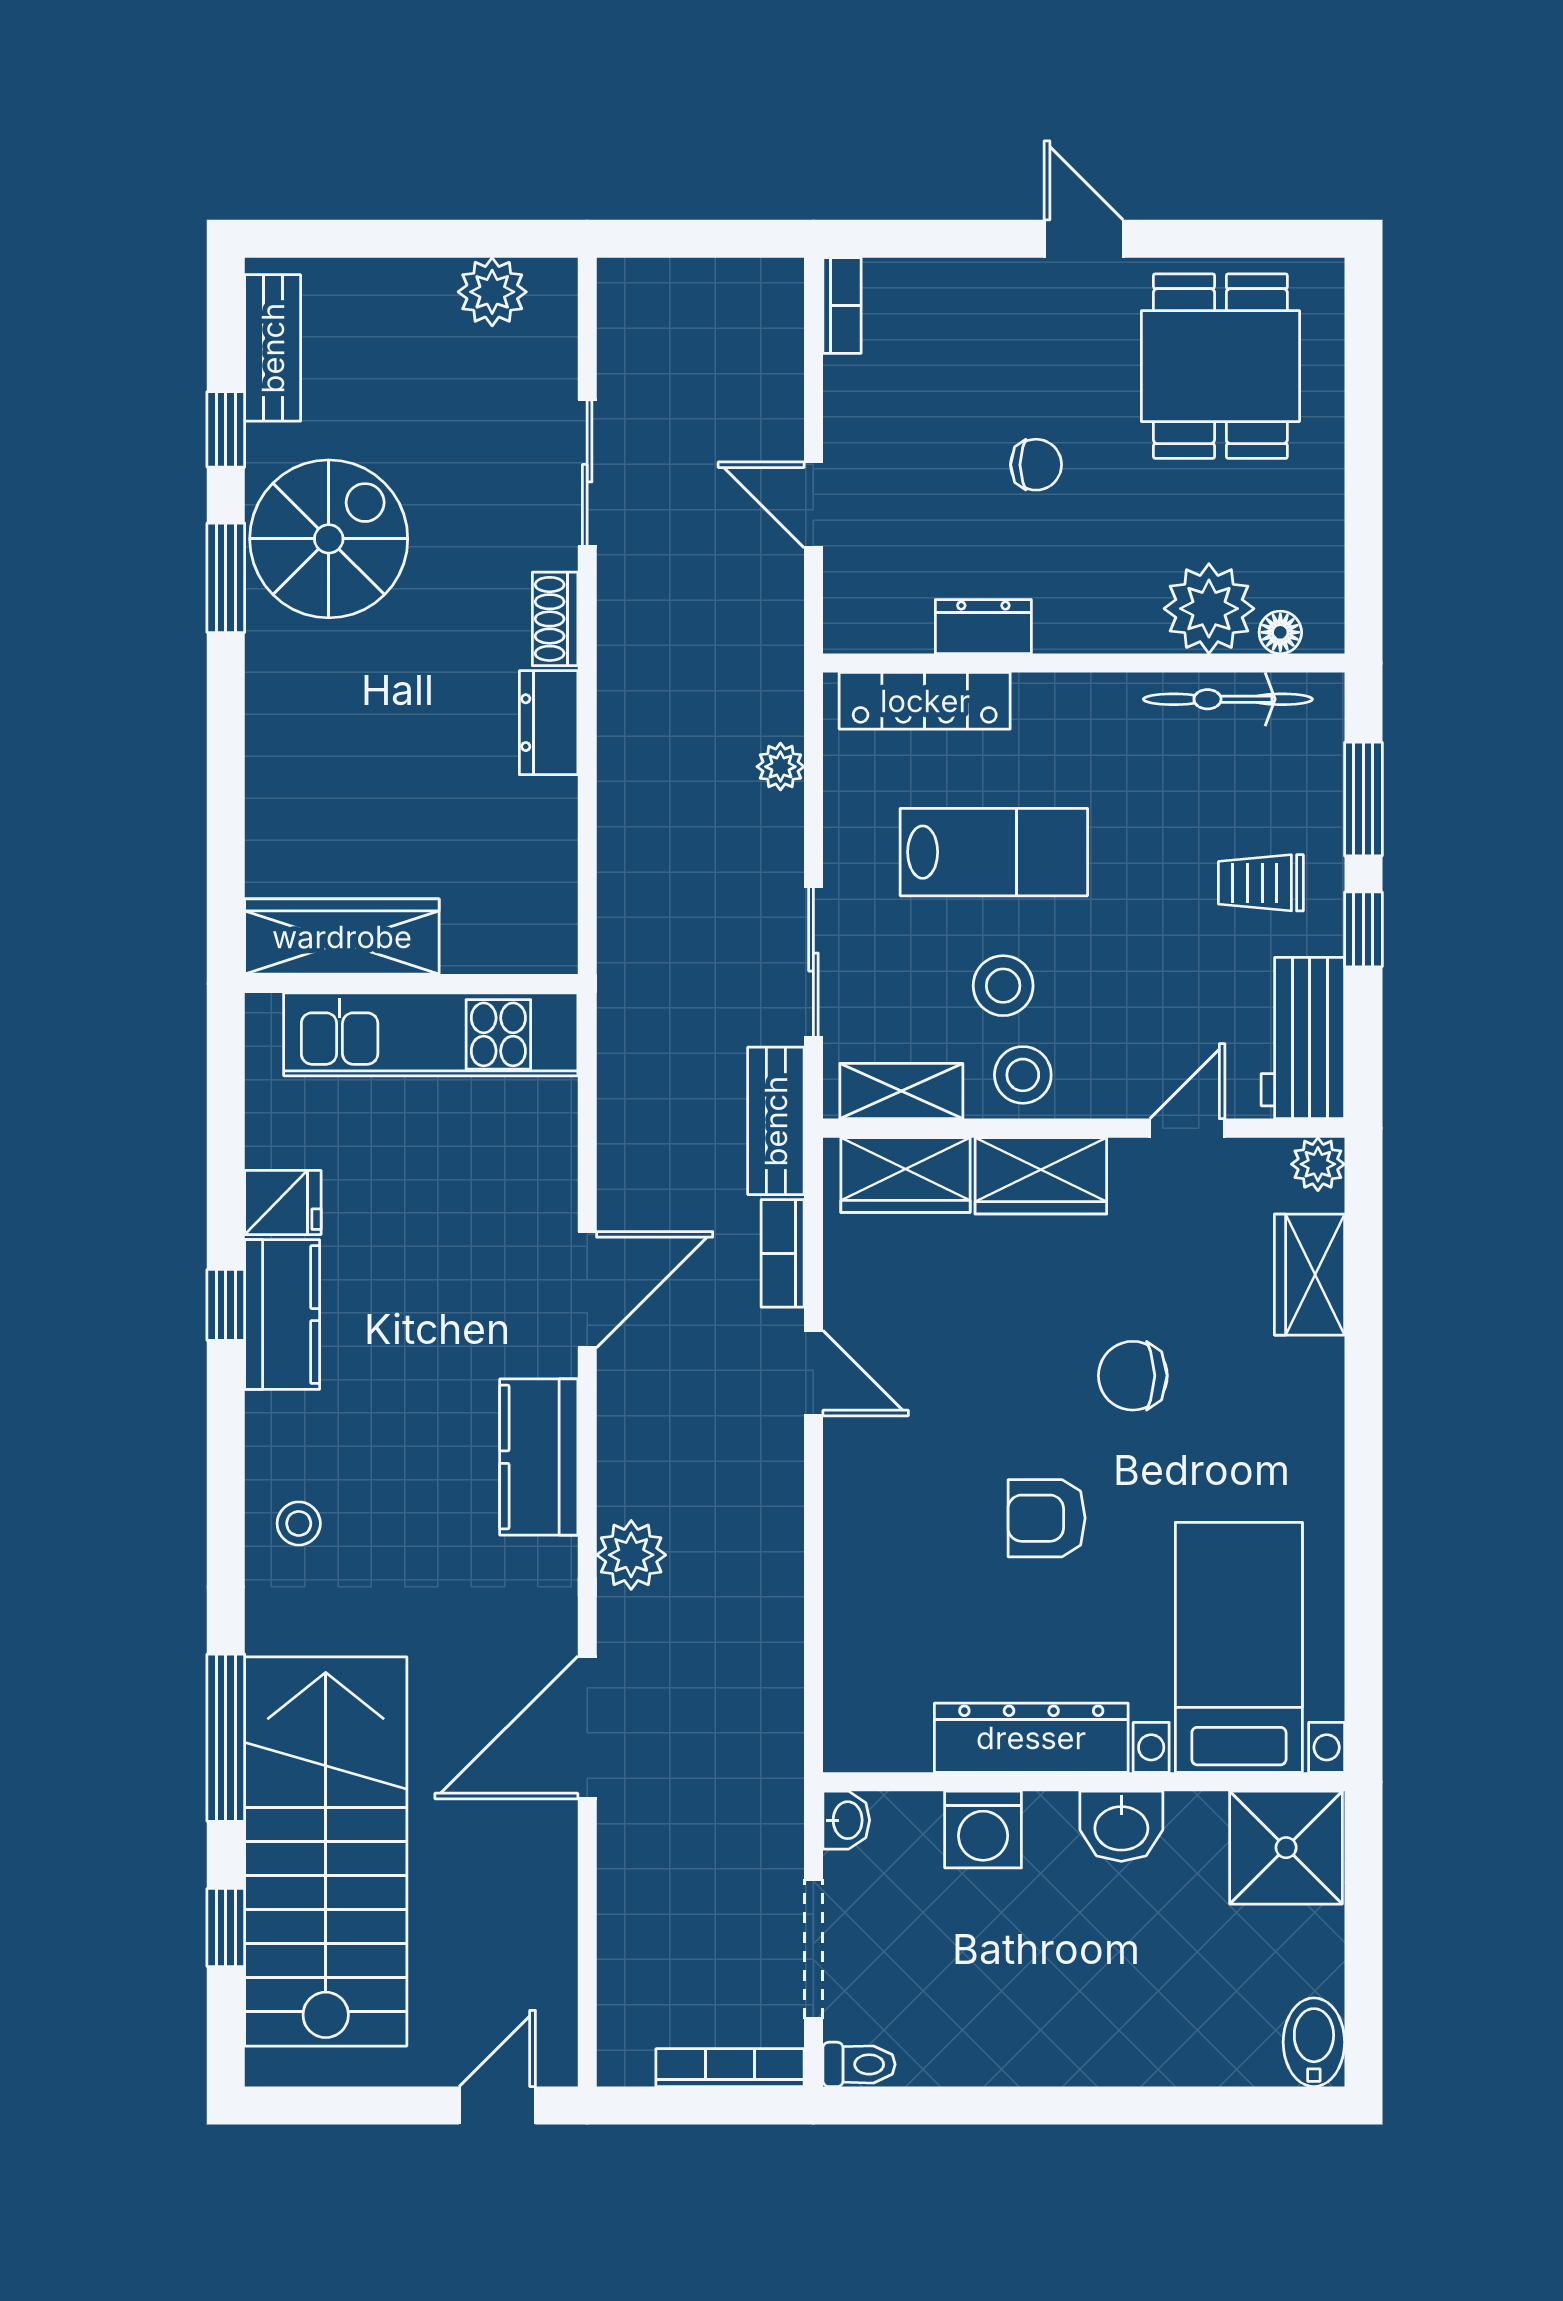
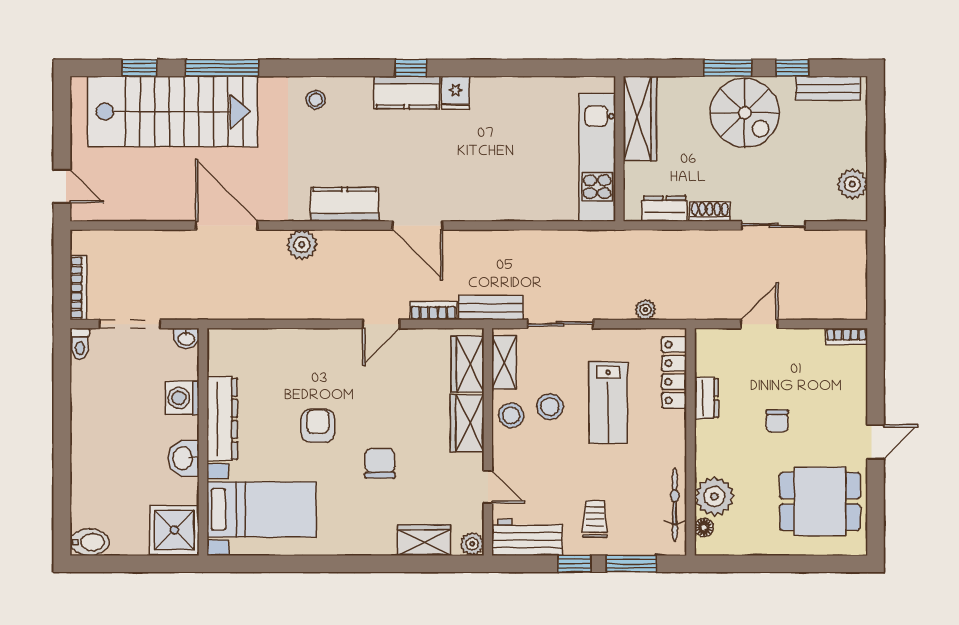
wardrobe: (342, 937) -> (640, 119), moved
wall: (411, 984) -> (619, 149), moved
kitchen unit: (431, 1034) -> (597, 157), moved

